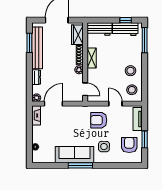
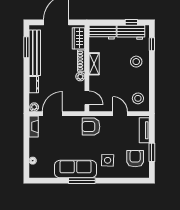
window: (145, 40) -> (152, 44), width x0.46
stool: (130, 71) -> (136, 62), moved
armchair: (99, 120) -> (91, 127), moved

